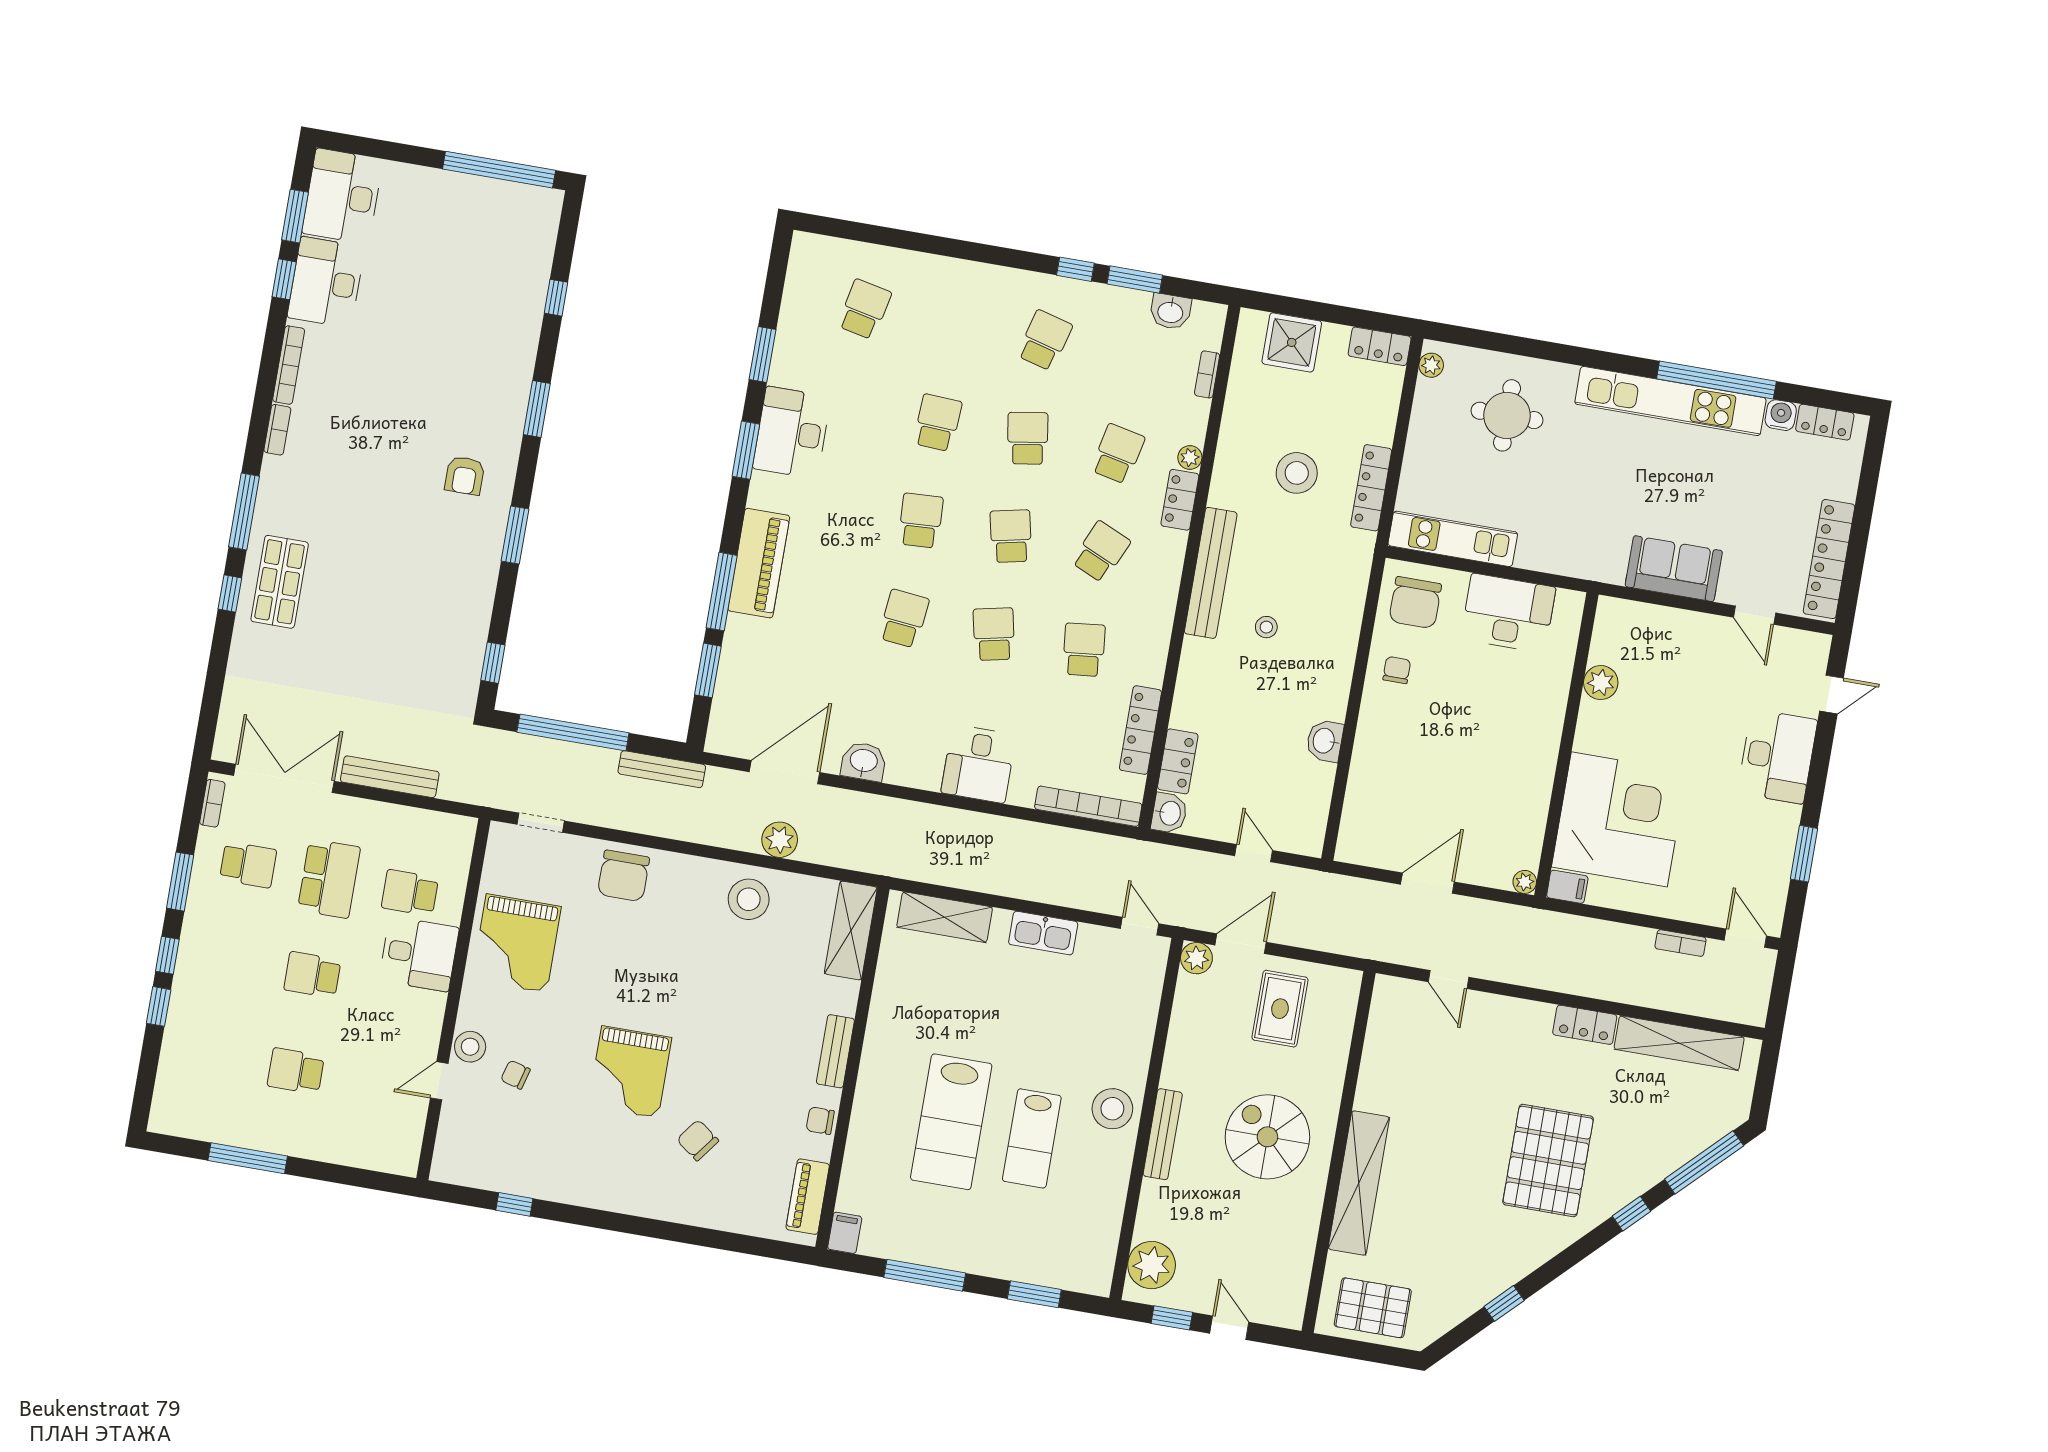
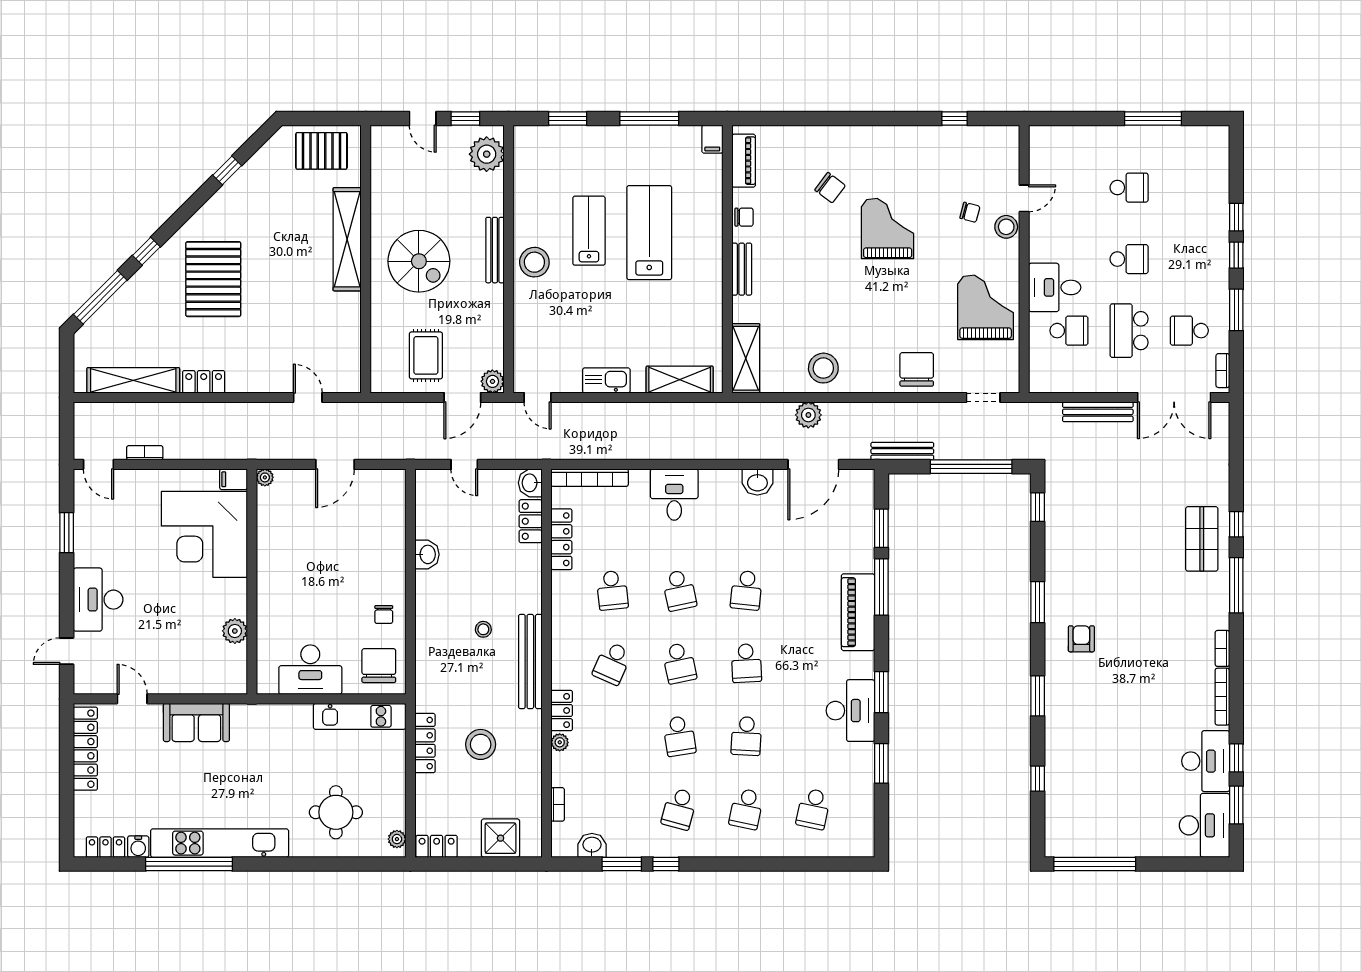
school desk: (1118, 454) -> (746, 809), moved

